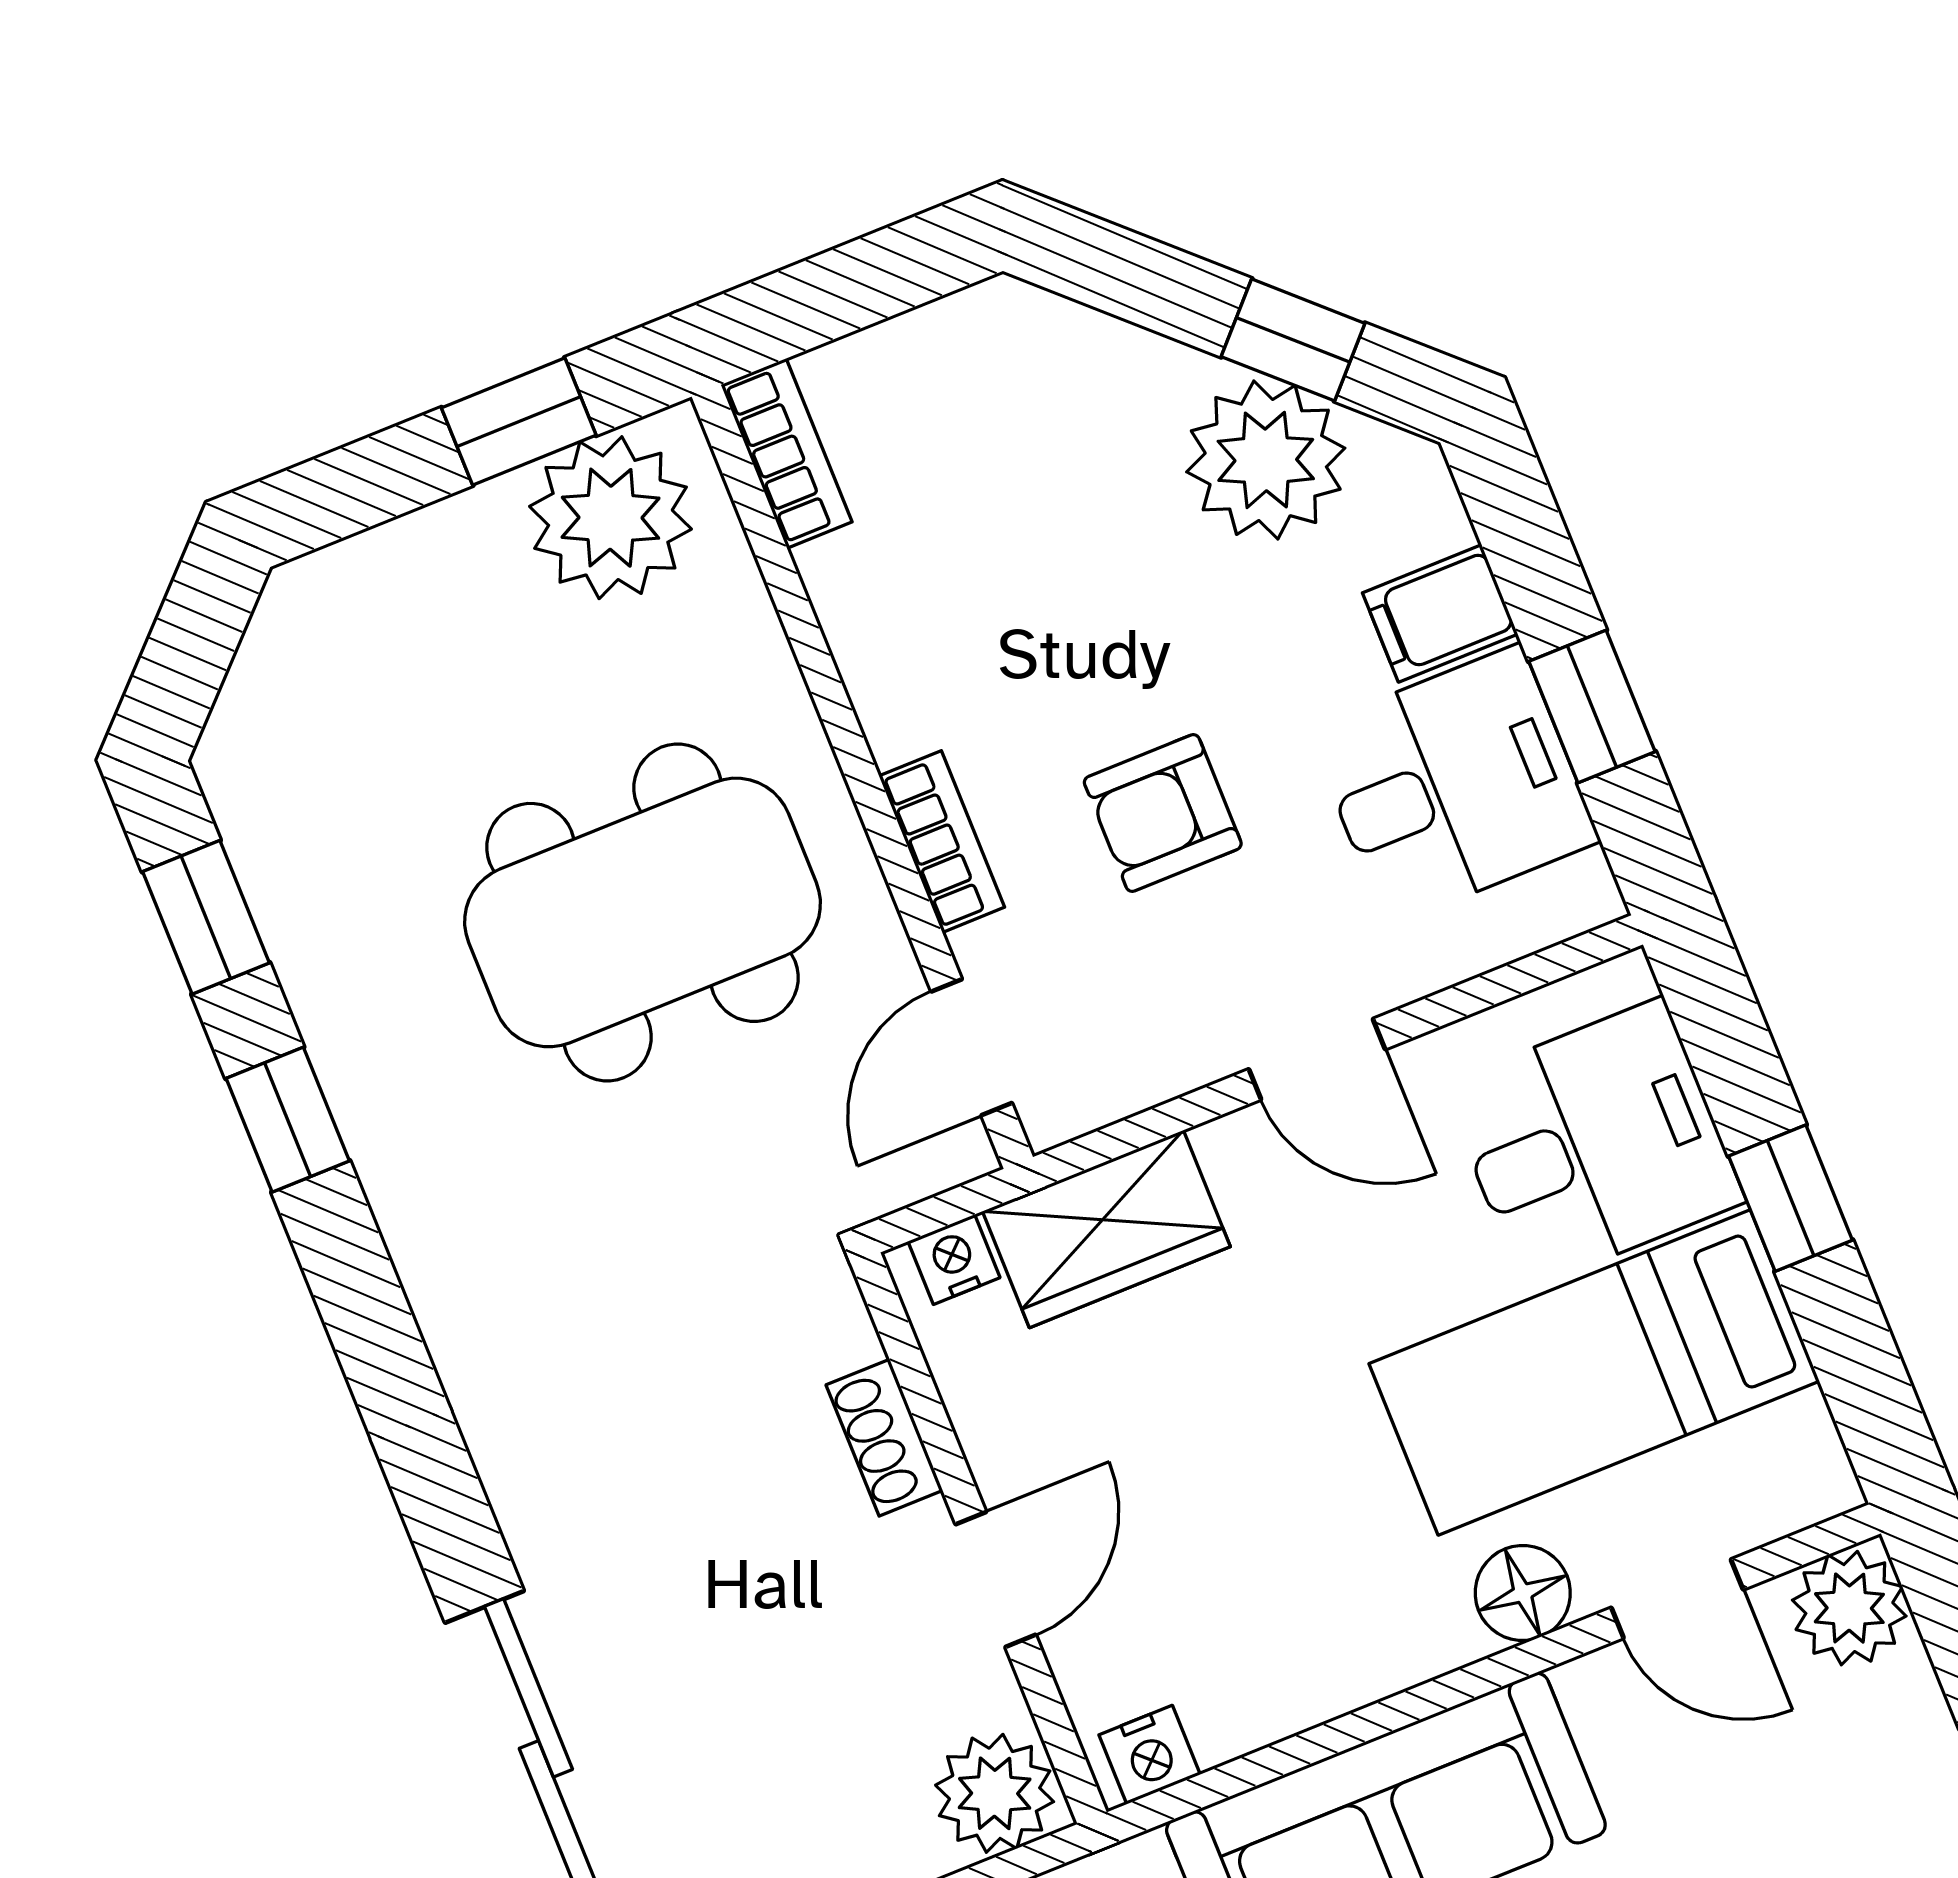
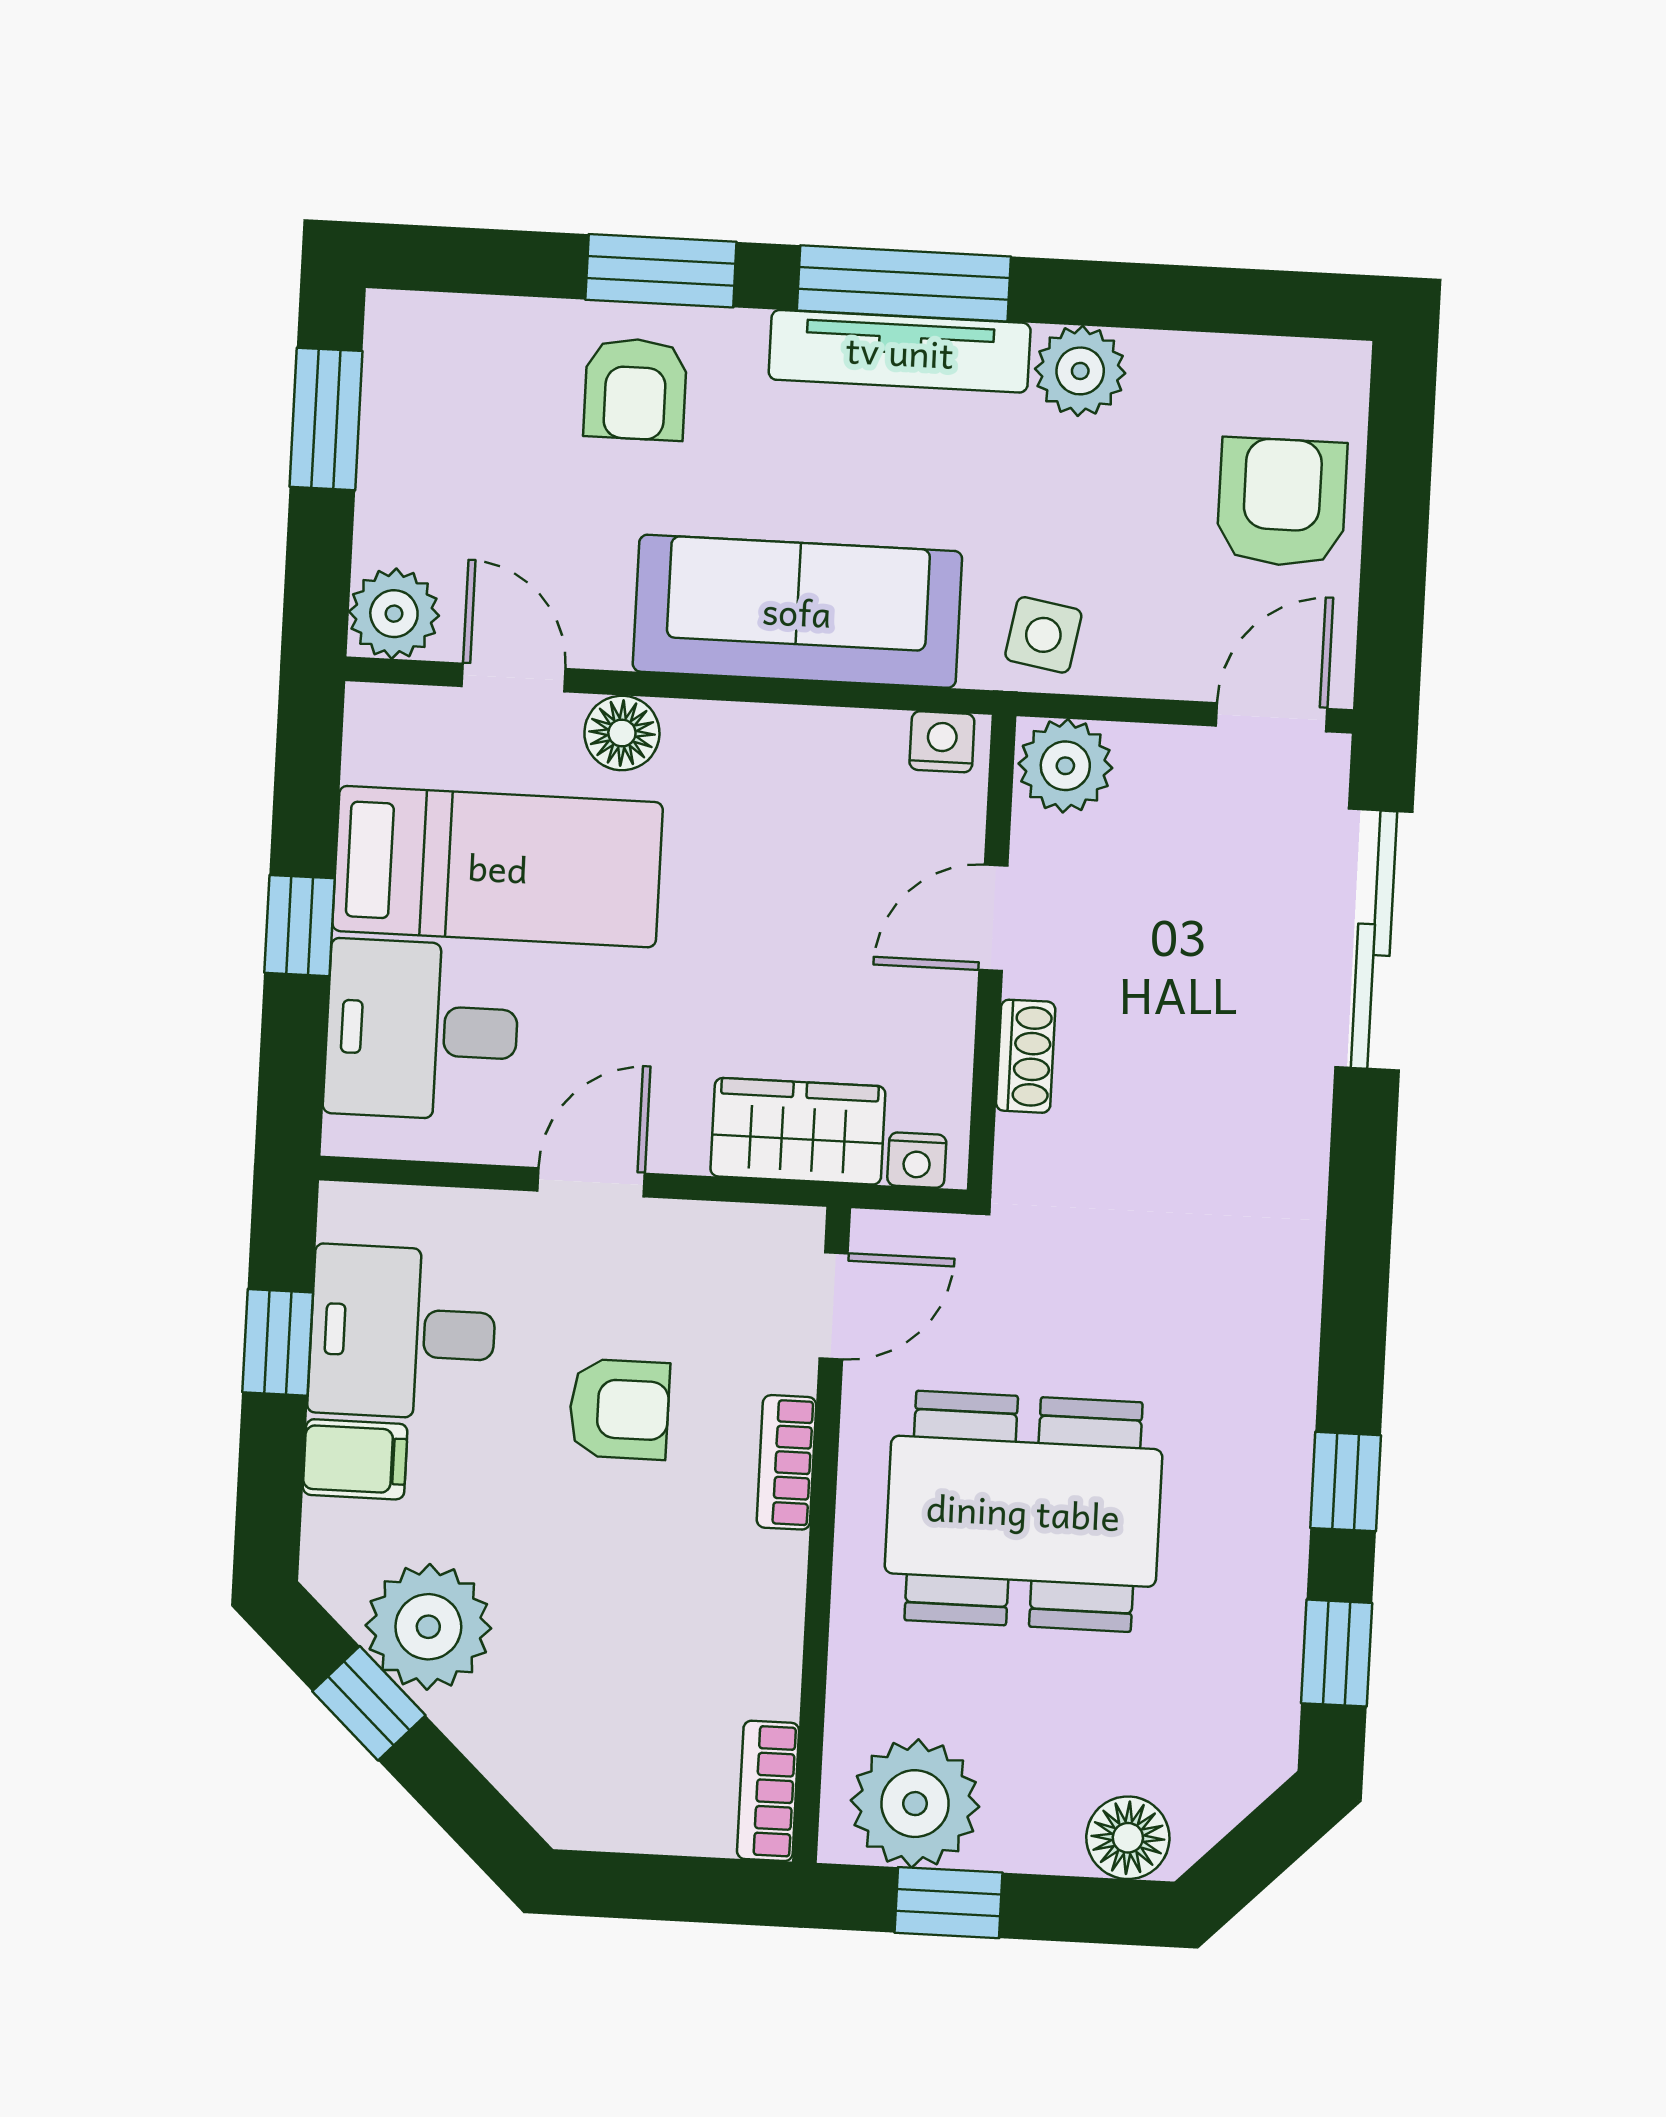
floor lamp: (347, 593) -> (1128, 1838), added
door: (1317, 1059) -> (591, 1182), hinge flipped

